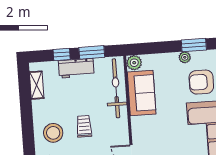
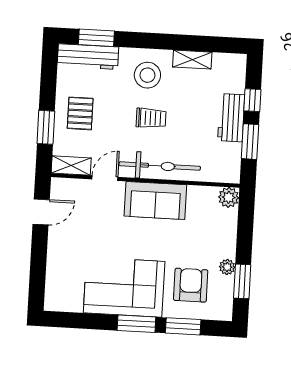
shelving: (37, 85) -> (192, 60), moved
bicycle: (116, 88) -> (160, 166), moved
sofa: (142, 93) -> (155, 200), moved

